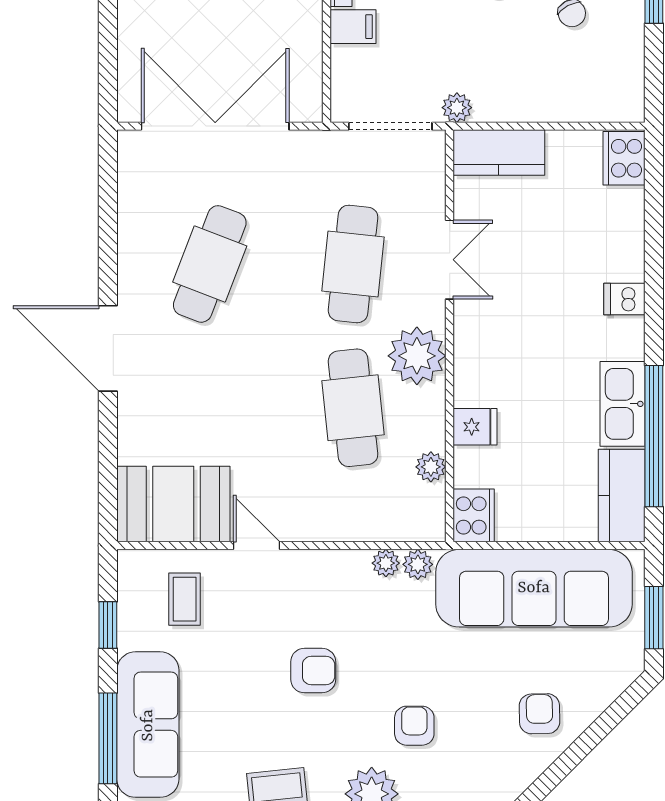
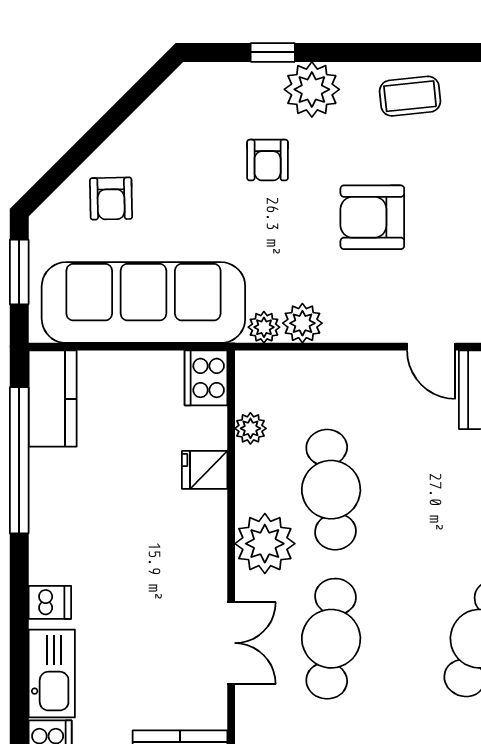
double door: (450, 260) -> (231, 643), swing flipped
kitchen sink: (622, 404) -> (52, 673), moved
plant: (386, 563) -> (302, 323), width x1.38, depth x1.38
armchair: (313, 671) -> (372, 217), width x1.38, depth x1.38
armchair: (539, 714) -> (111, 199), moved

